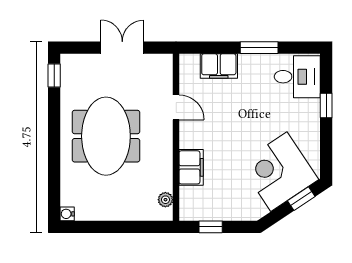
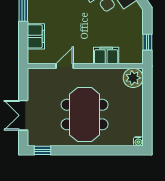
double door: (122, 48) -> (23, 115), moved
meeting table: (106, 136) -> (85, 115), turned 90
plant: (165, 200) -> (133, 78), width x1.88, depth x1.88

